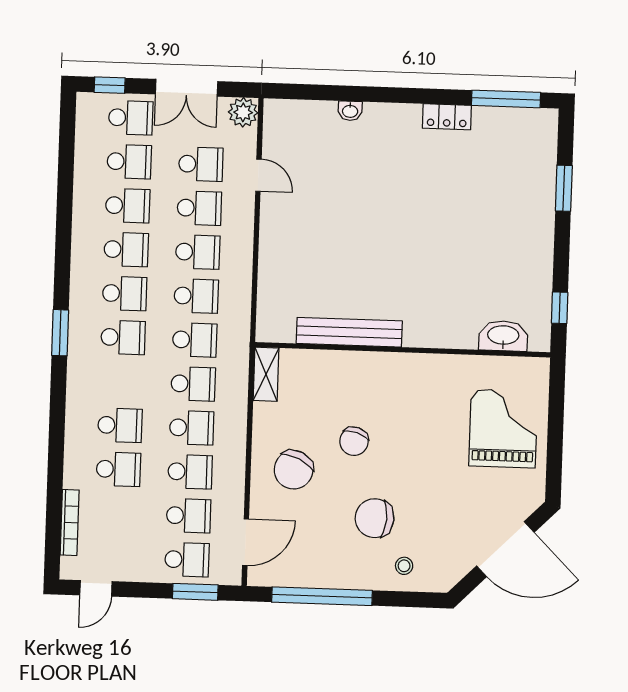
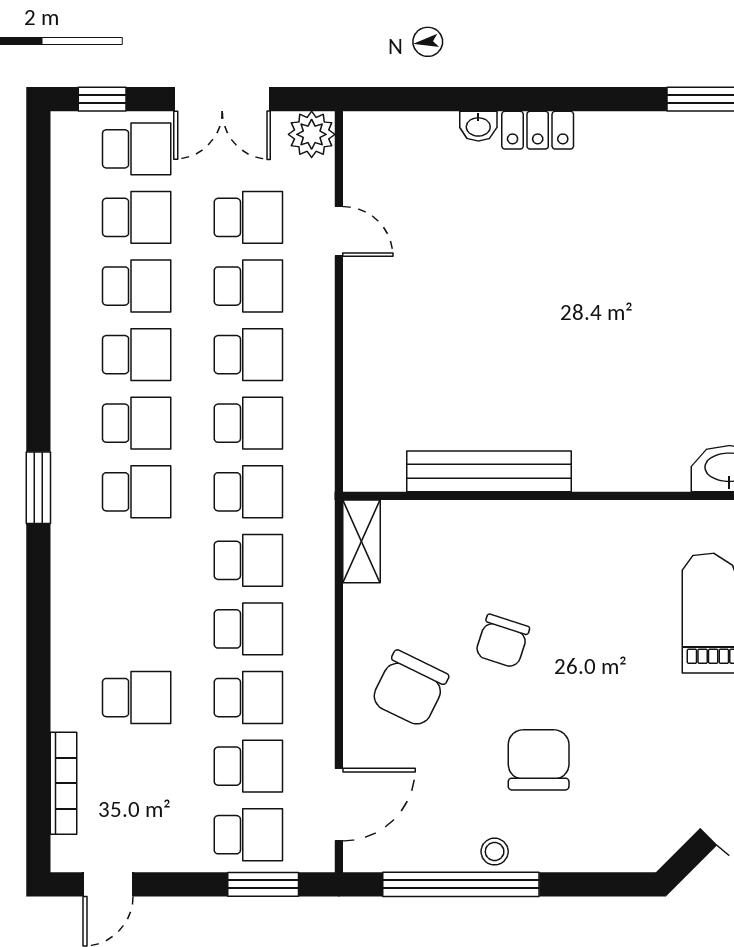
locker: (447, 117) -> (538, 130), moved
school desk: (120, 425) -> (137, 629), removed
chair: (375, 518) -> (539, 760), turned 86
stool: (404, 566) -> (495, 852), moved

